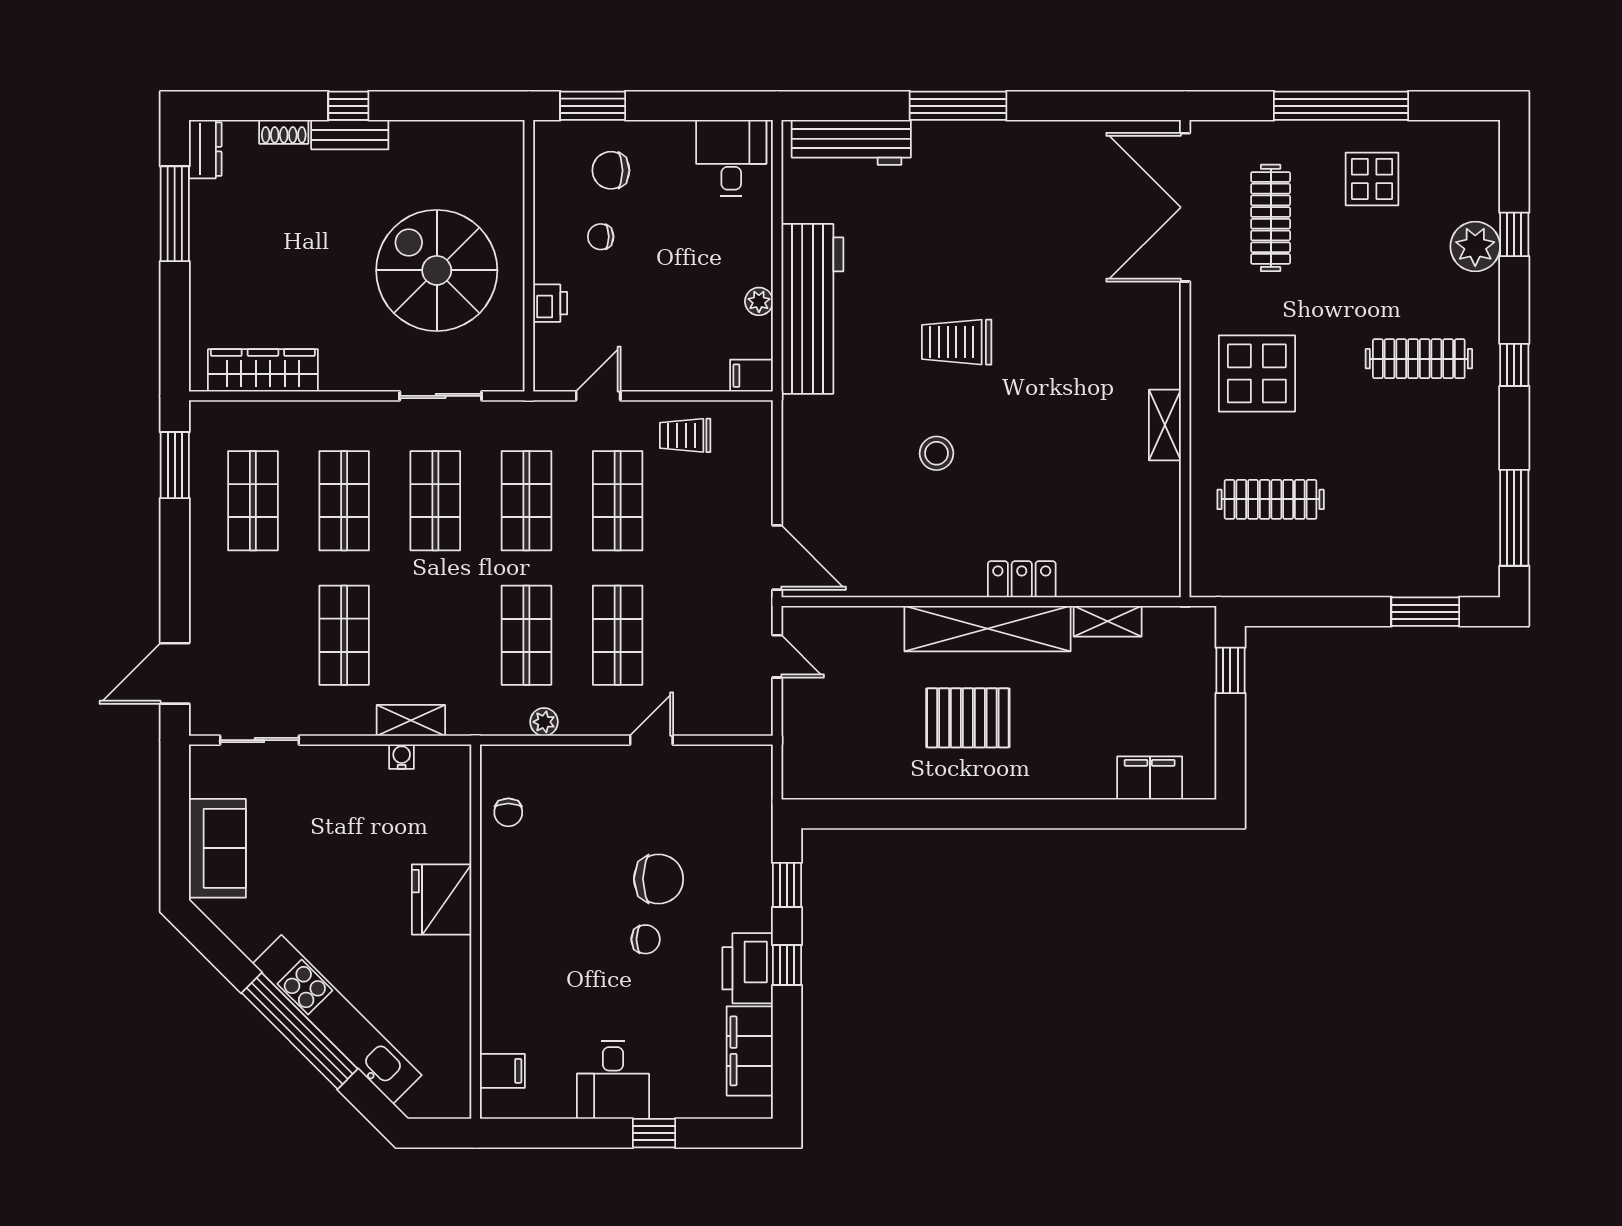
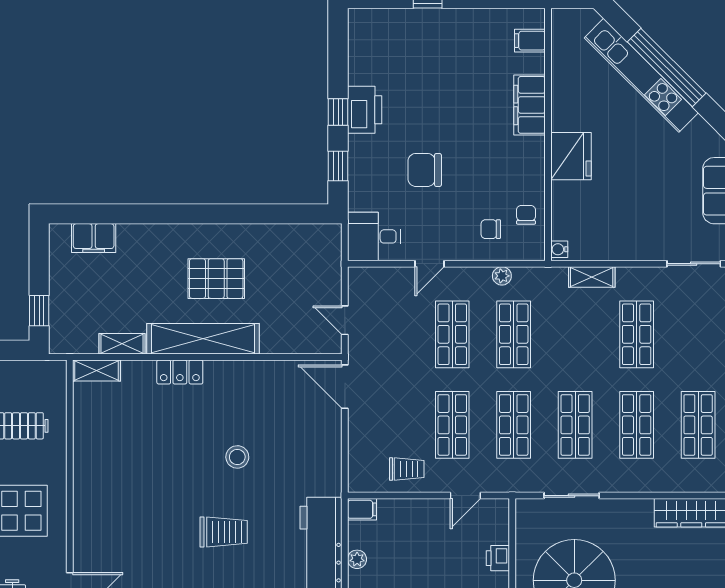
shelving: (1165, 425) -> (96, 371), moved, turned 90
water cooler: (402, 757) -> (559, 249), moved, turned 90
chair: (646, 939) -> (491, 229), moved
filing cabinet: (750, 1051) -> (530, 105), moved, turned 180
desk: (613, 1080) -> (374, 236), moved, turned -90

